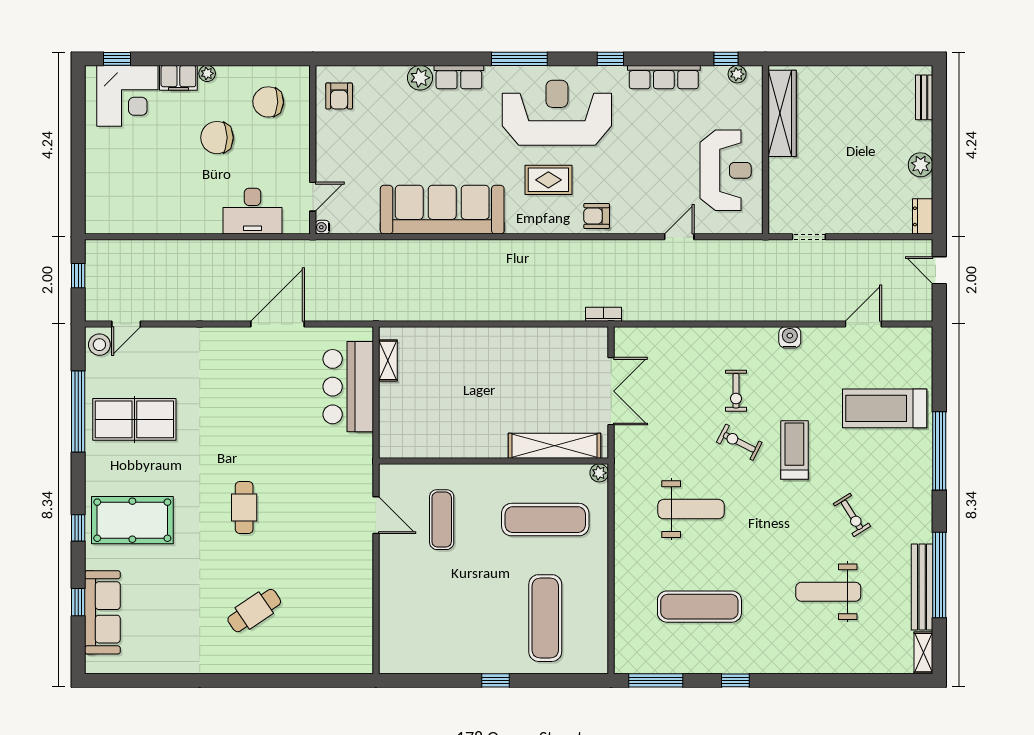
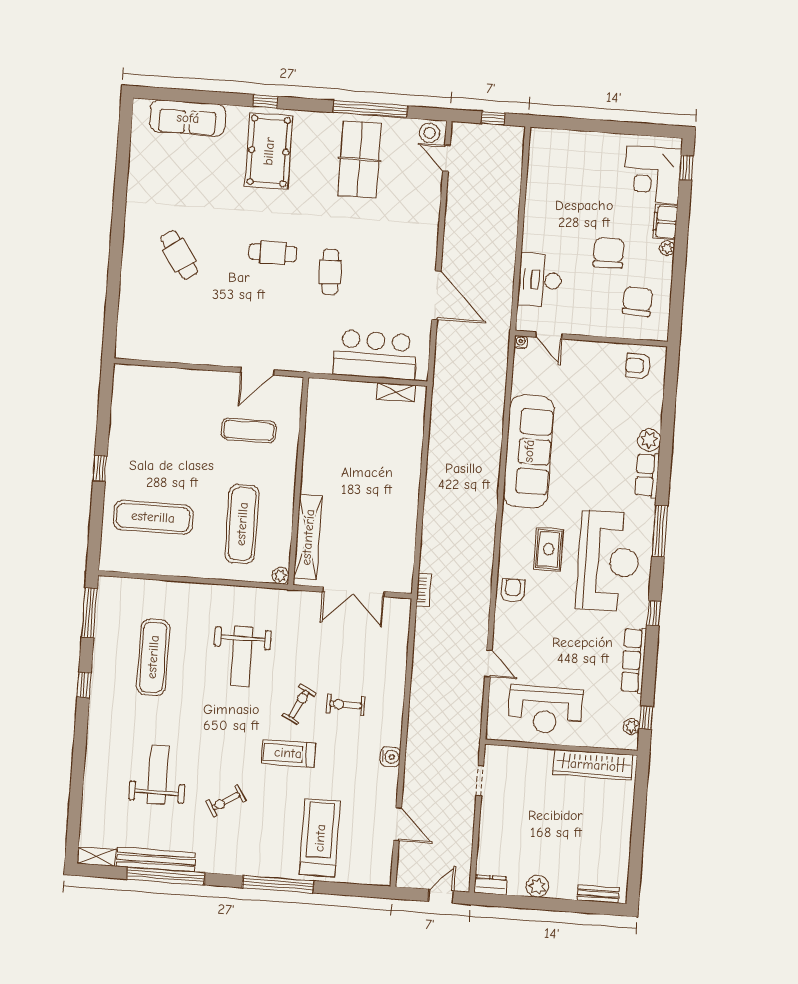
cafe table: (261, 443) -> (330, 272), added
treadmill: (794, 450) -> (288, 753), turned 180
window: (78, 602) -> (198, 97), removed

